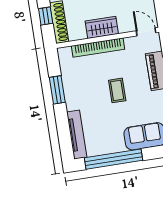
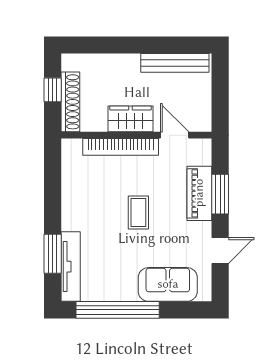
door: (146, 32) -> (175, 135), moved
window: (57, 90) -> (53, 254), moved

